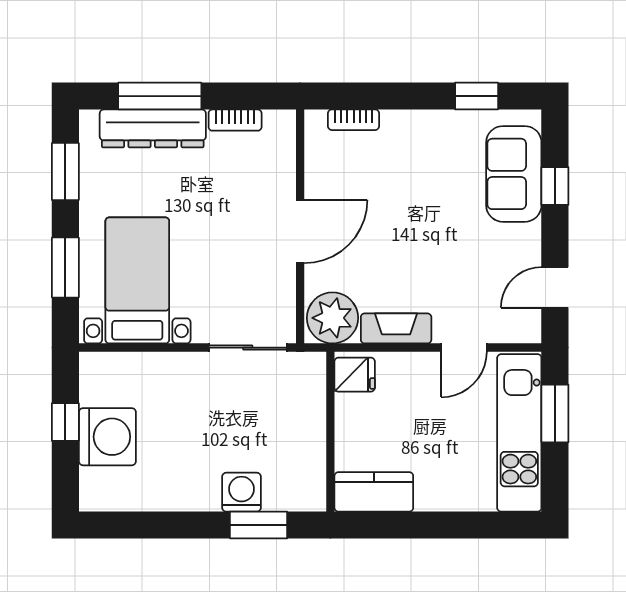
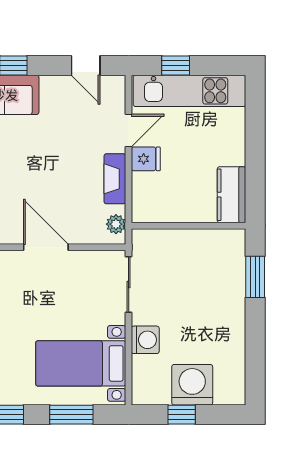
plant: (332, 318) -> (116, 224), width x0.53, depth x0.53
door: (464, 348) -> (129, 130), hinge flipped
fridge: (355, 375) -> (146, 159), moved, turned 90
window: (555, 413) -> (176, 65), width x0.67
washing machine: (242, 492) -> (145, 340), moved, turned 180

